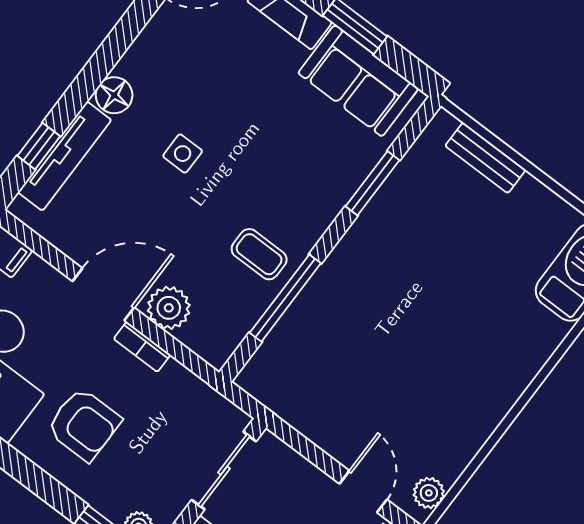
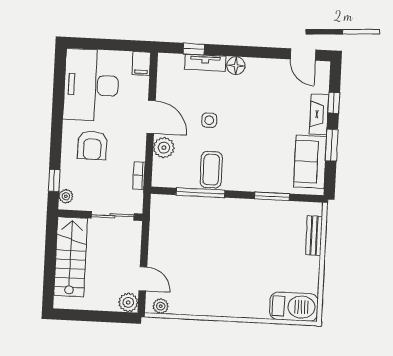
side table: (183, 154) -> (209, 120), moved
tv unit: (65, 156) -> (205, 63), width x0.71
coffee table: (259, 254) -> (211, 170), width x1.36, depth x1.30
bookcase: (142, 347) -> (139, 176), moved
door: (363, 492) -> (143, 279), hinge flipped

